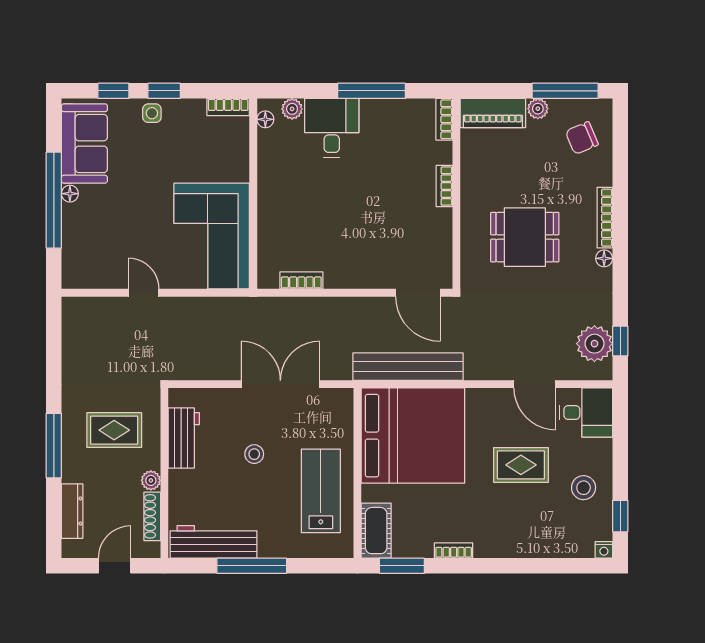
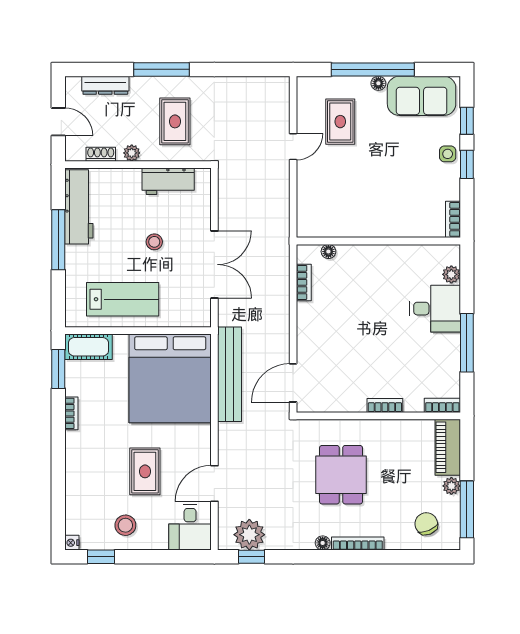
floor lamp: (265, 119) -> (328, 252), moved
corner sofa: (212, 236) -> (342, 205), removed
rug: (114, 238) -> (340, 122), added
shoe rack: (152, 516) -> (101, 154), width x0.70

